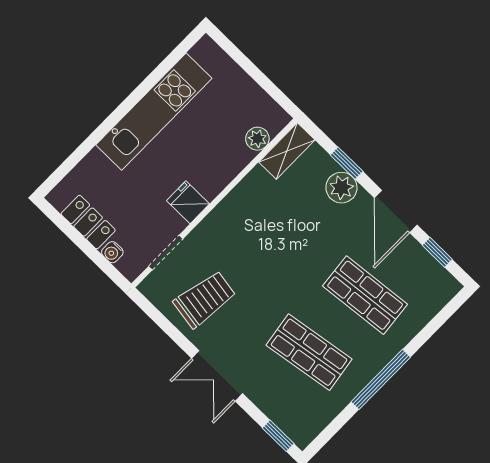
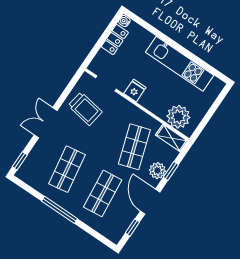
plant: (257, 139) -> (178, 117), width x1.87, depth x1.87
door: (396, 211) -> (150, 202), hinge flipped
shop shelf: (290, 222) -> (134, 147), added
water cooler: (112, 252) -> (124, 21), moved

